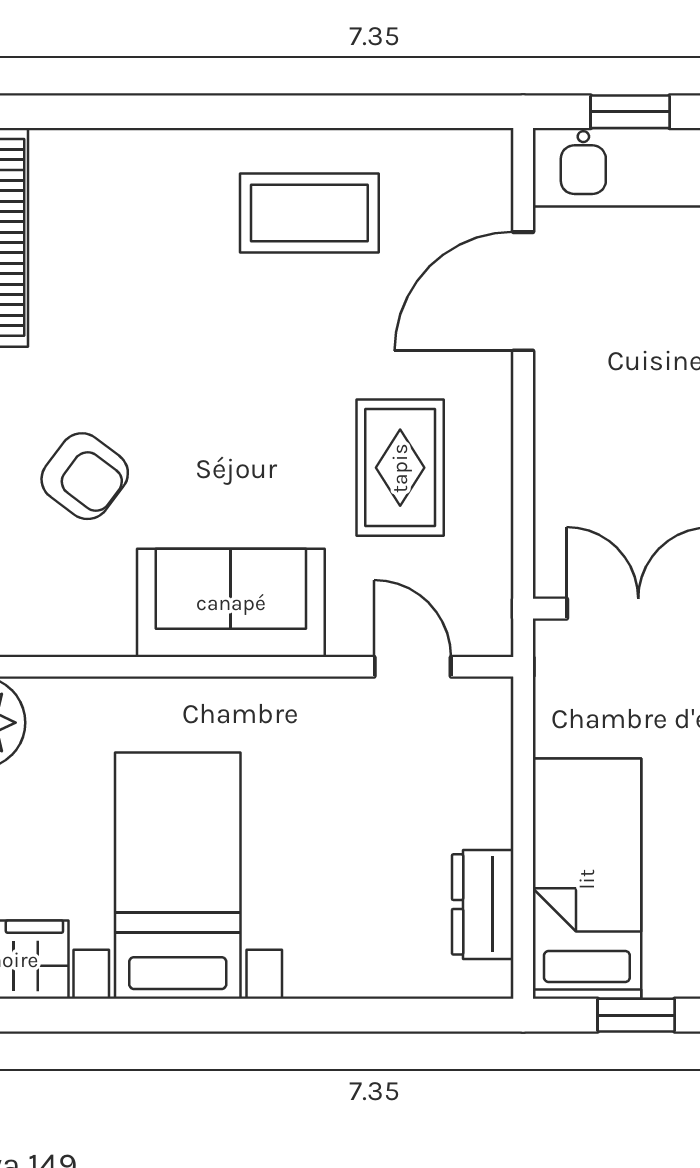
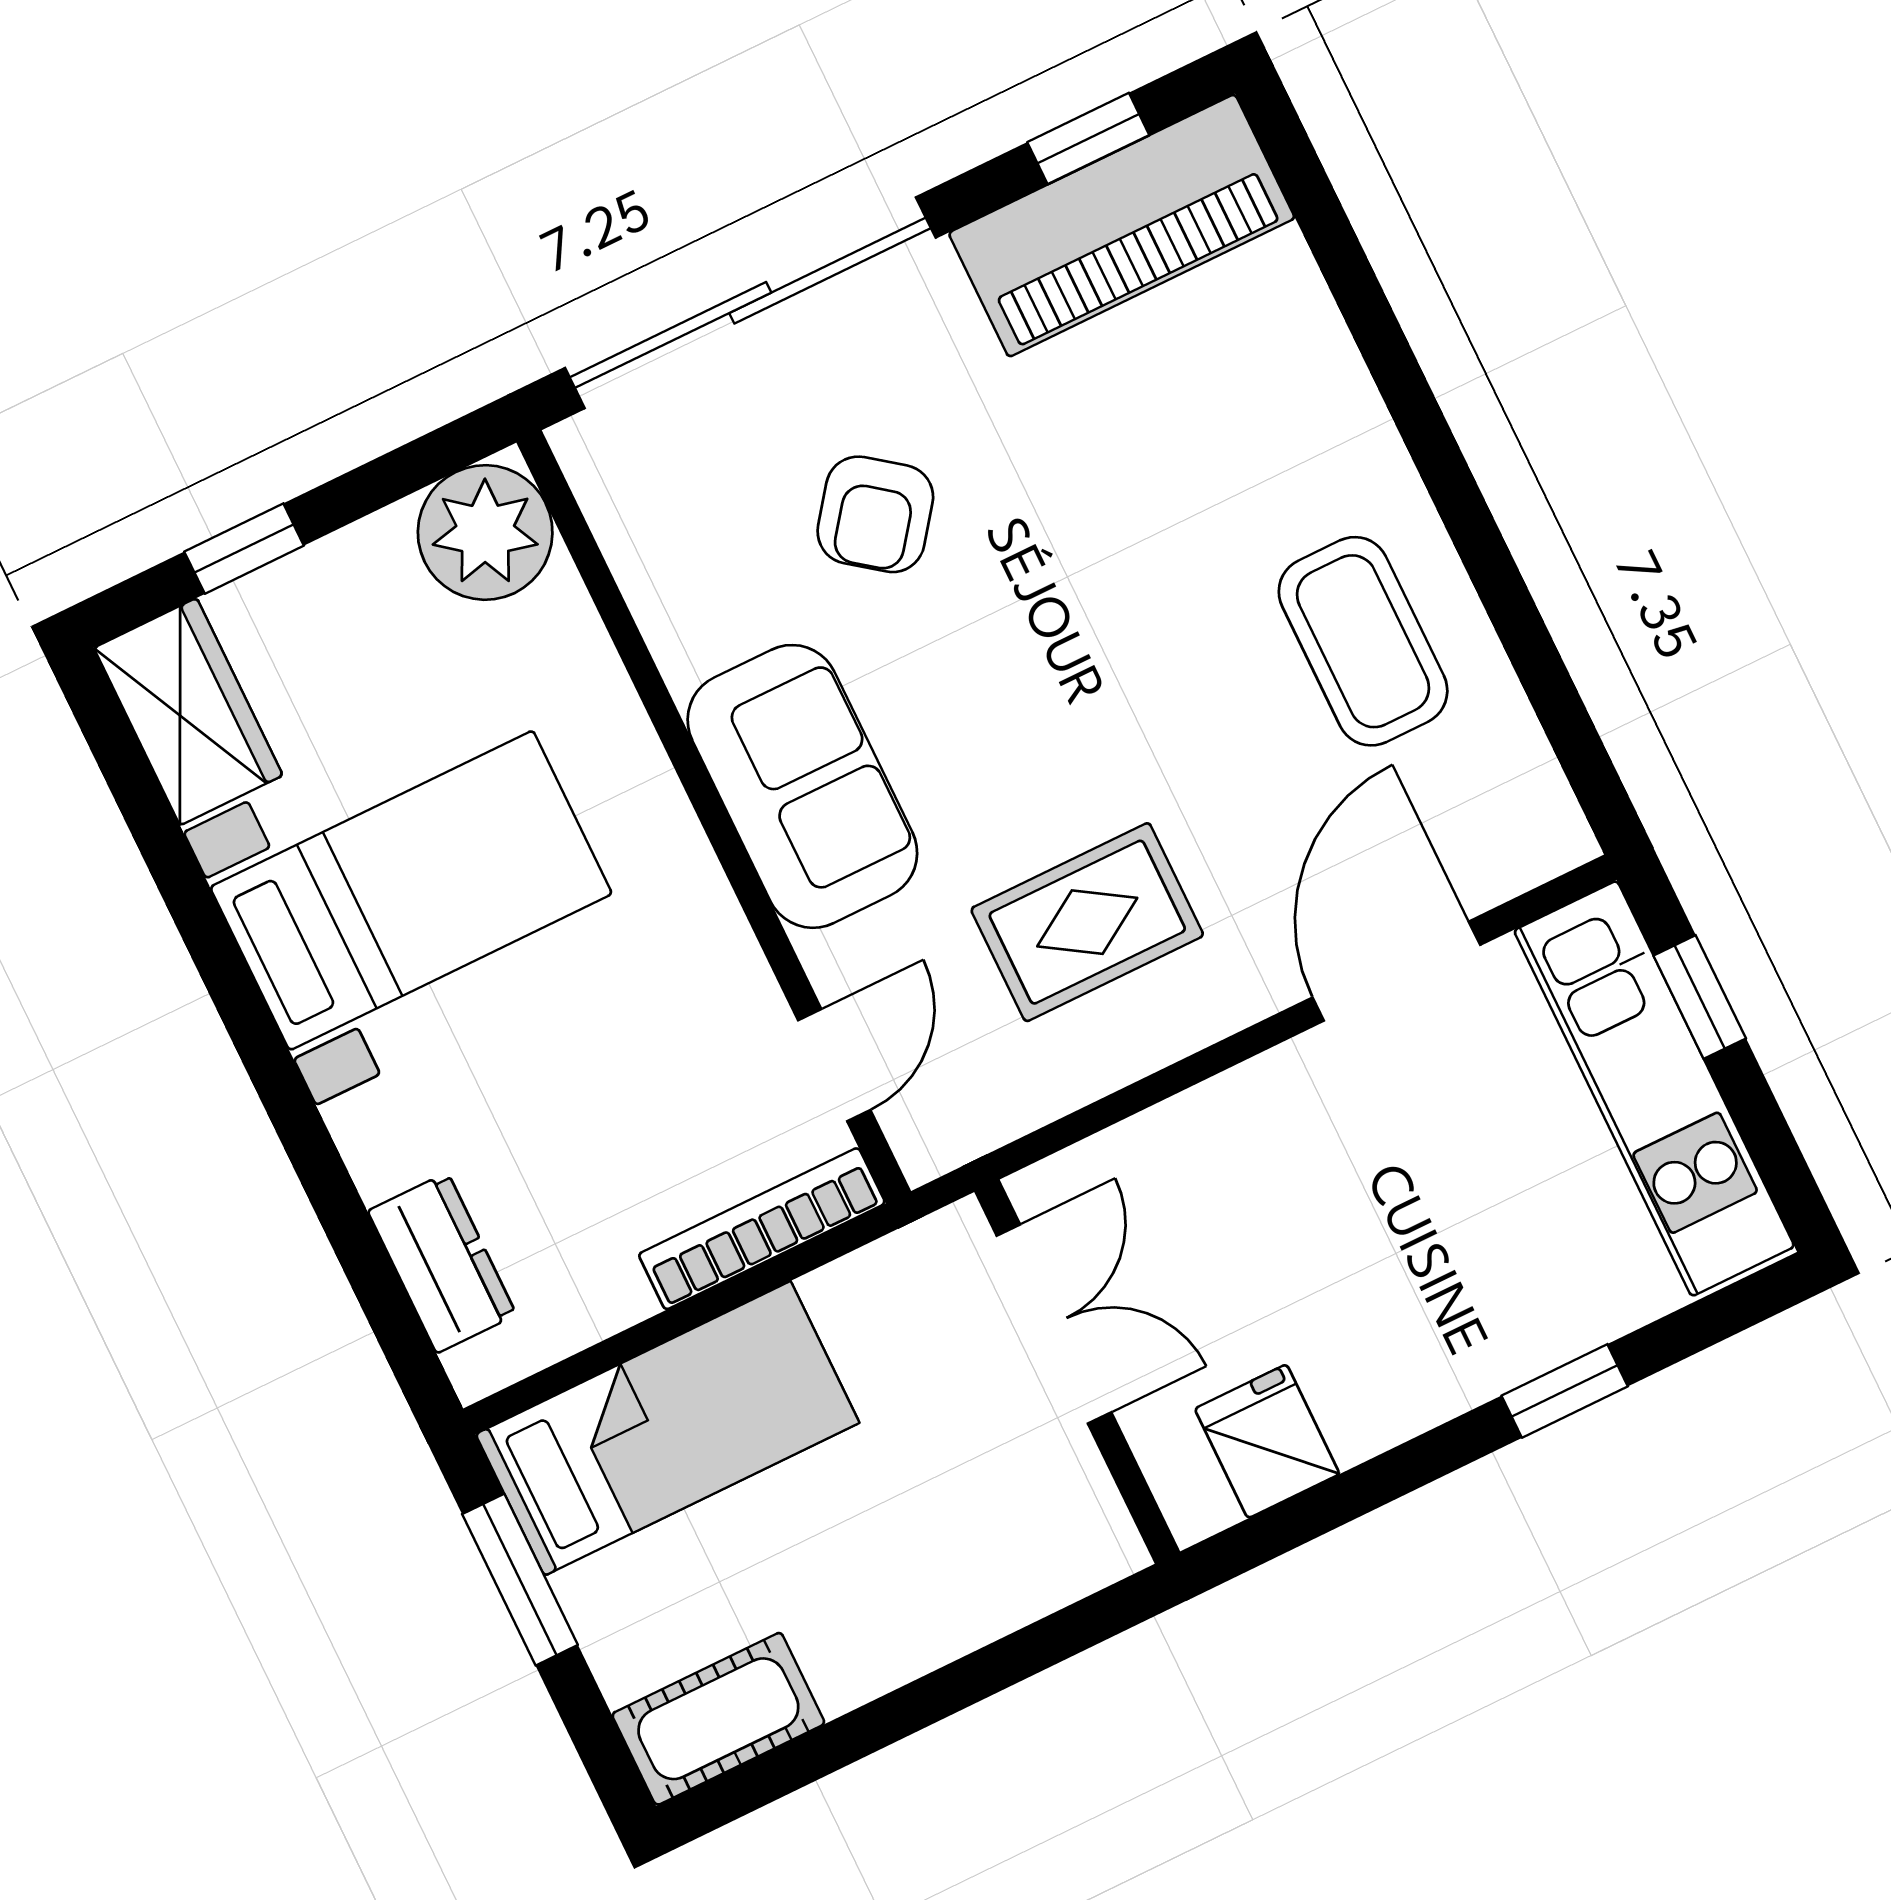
door: (523, 291) -> (1396, 971), hinge flipped
bookcase: (492, 761) -> (762, 1229), added
dresser: (483, 904) -> (442, 1263), moved, turned 90
window: (636, 1015) -> (520, 1580), width x1.50

